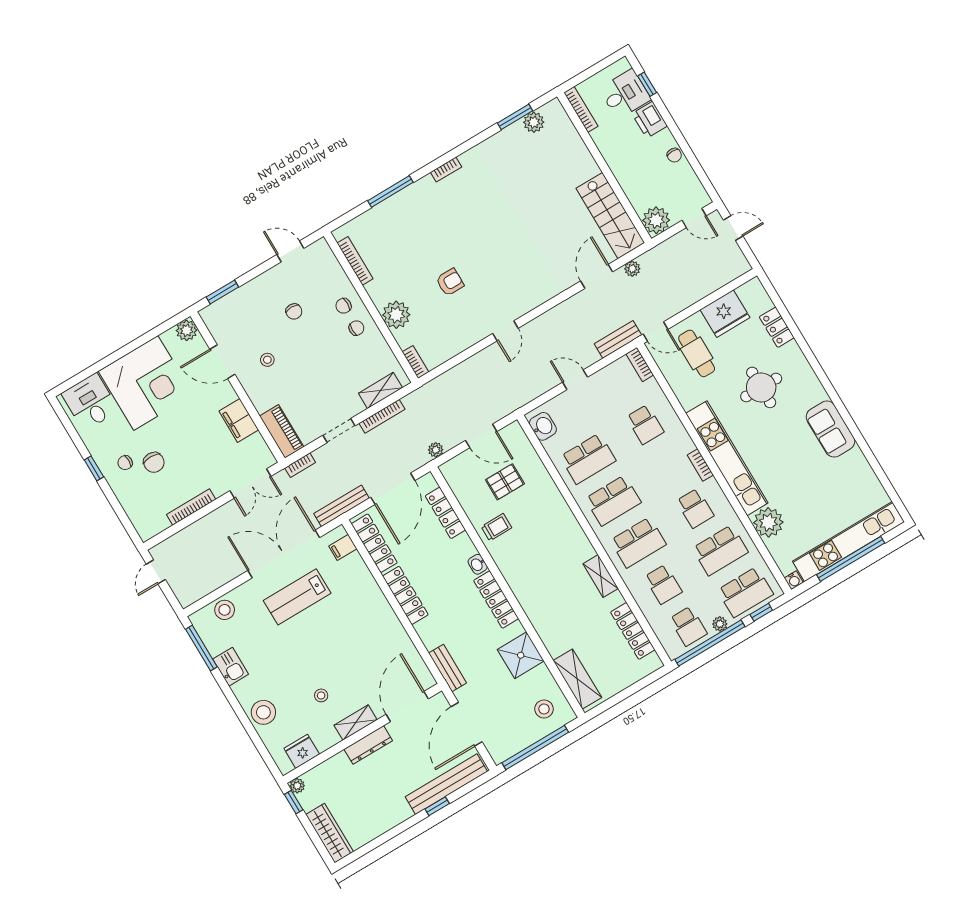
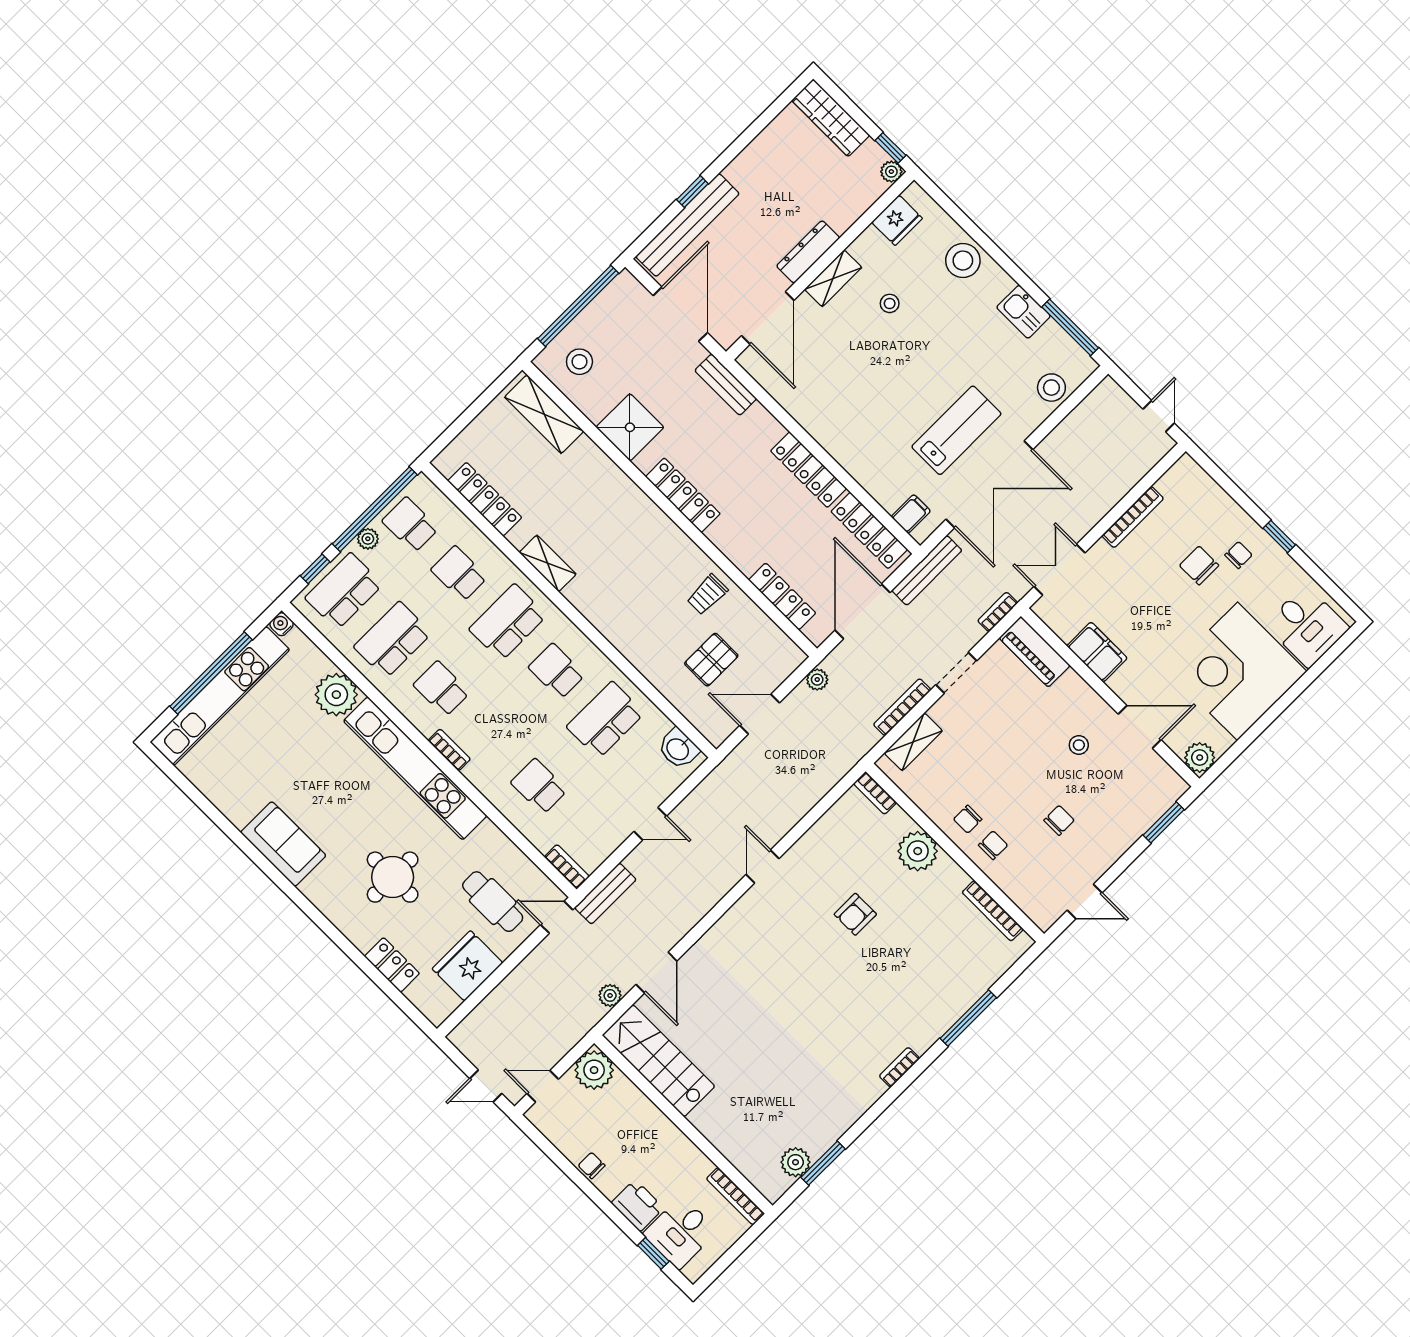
chair: (294, 312) -> (1059, 820), turned 90
school desk: (613, 501) -> (557, 671), width x0.54
washbasin: (478, 564) -> (720, 537), removed

